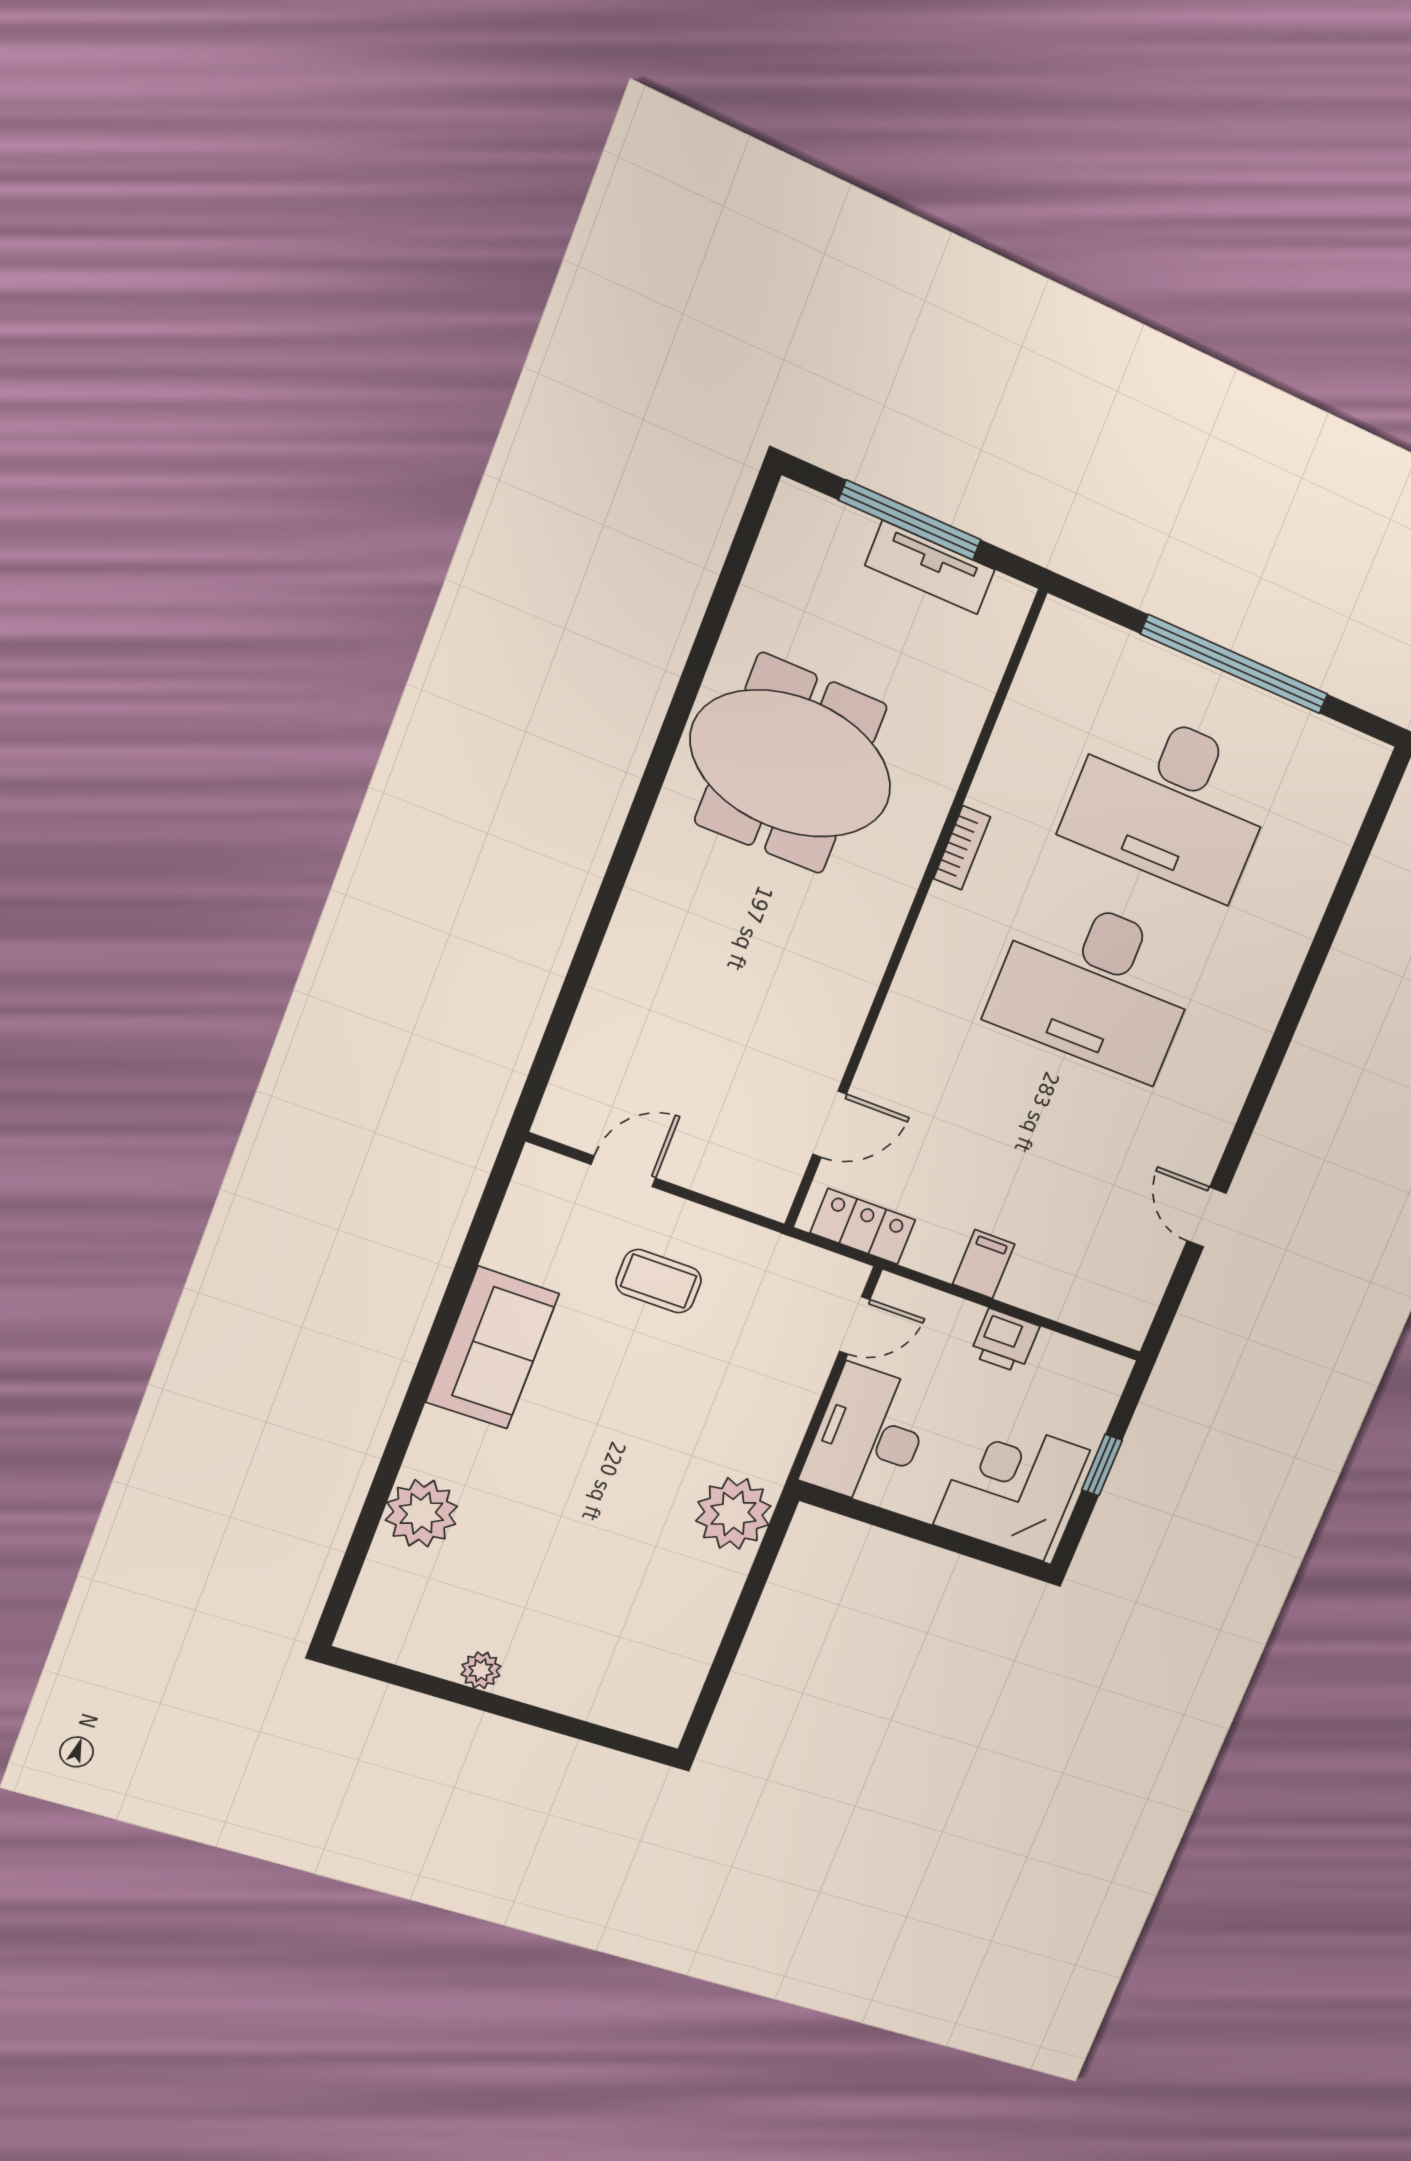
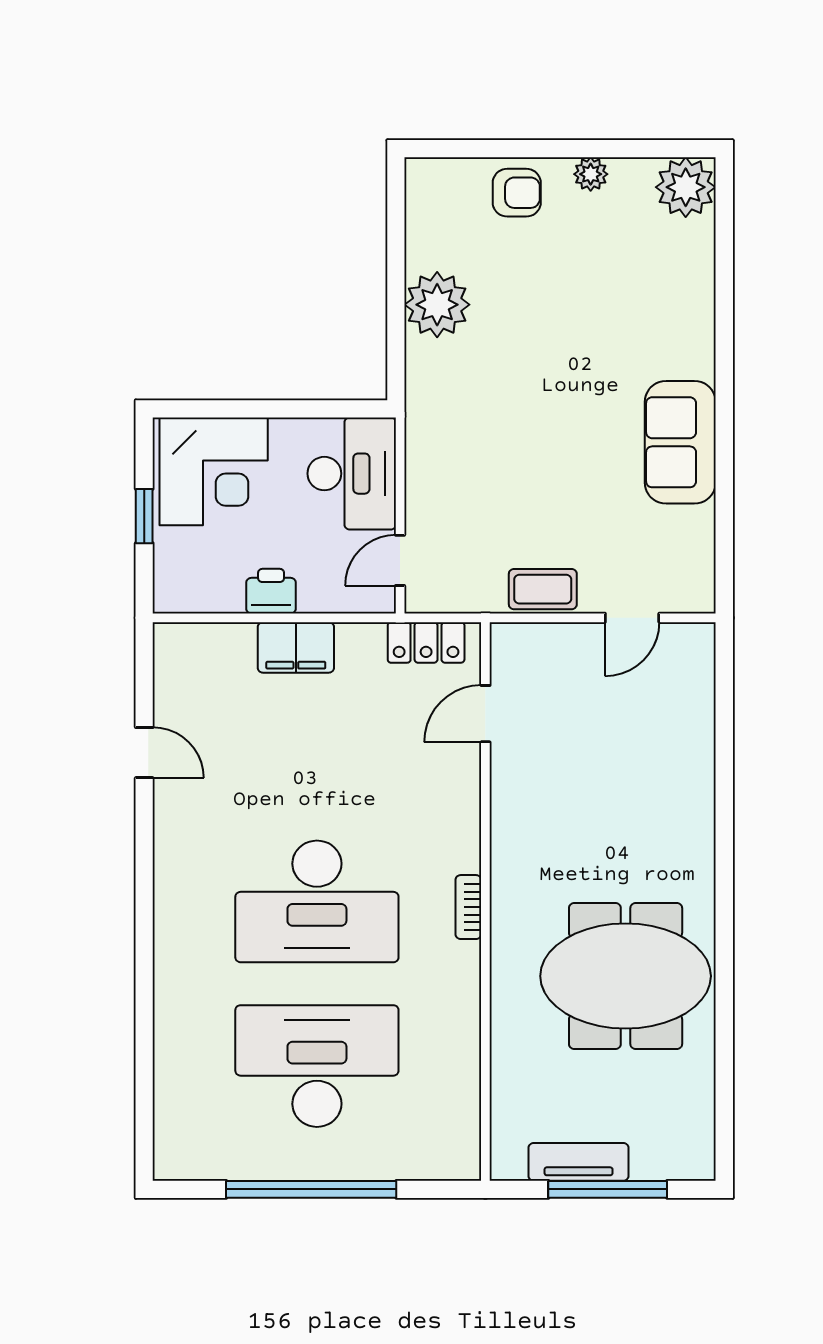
bookcase: (962, 848) -> (468, 907), moved
desk: (1095, 986) -> (317, 901), turned 180
filing cabinet: (984, 1264) -> (296, 647), width x2.00
coffee table: (659, 1281) -> (543, 589), moved
plant: (421, 1513) -> (686, 187), moved
plant: (733, 1513) -> (437, 305), moved
armchair: (571, 1675) -> (517, 193), added

